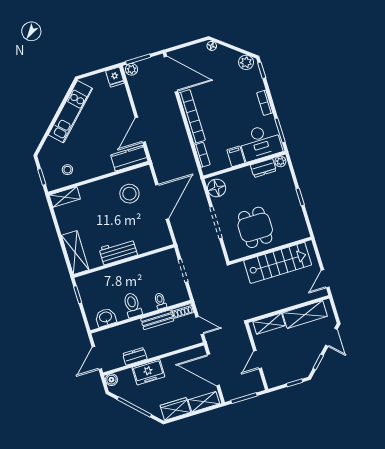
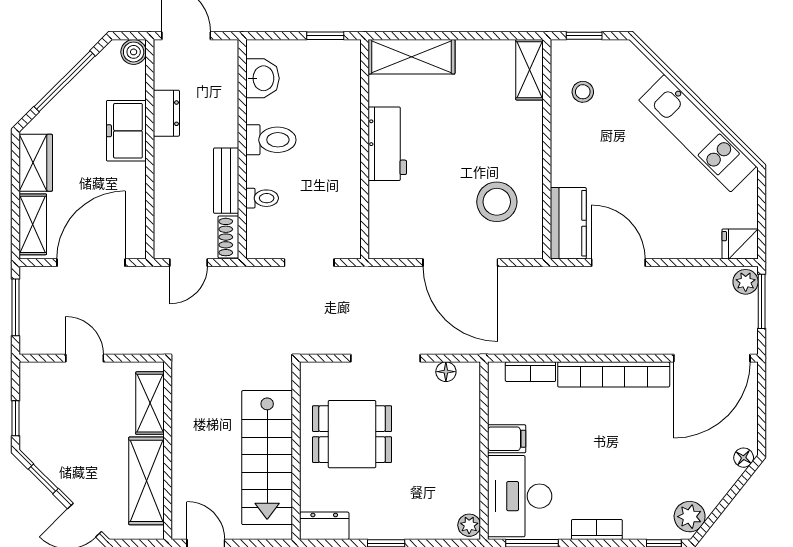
dresser: (263, 168) -> (324, 526), moved, turned 90
floor lamp: (217, 188) -> (446, 372), width x0.53, depth x0.53

